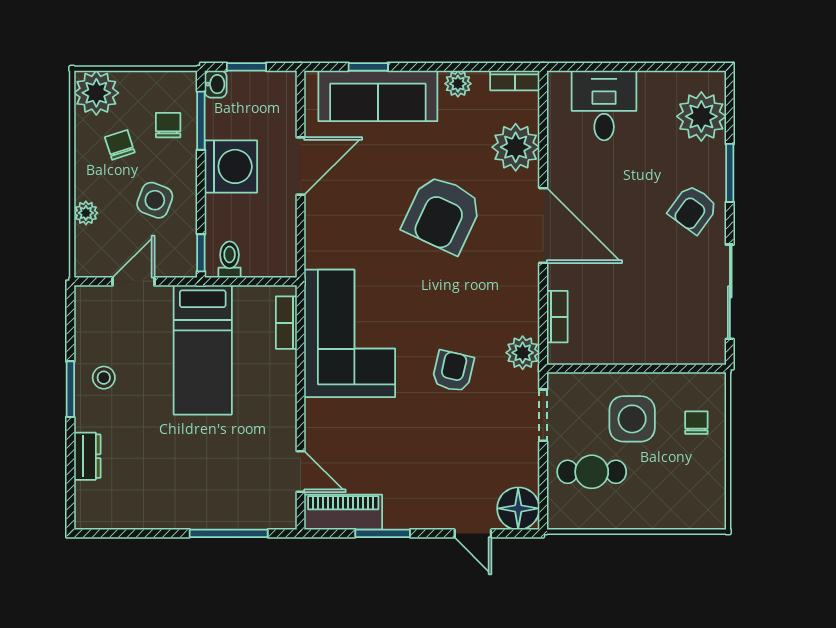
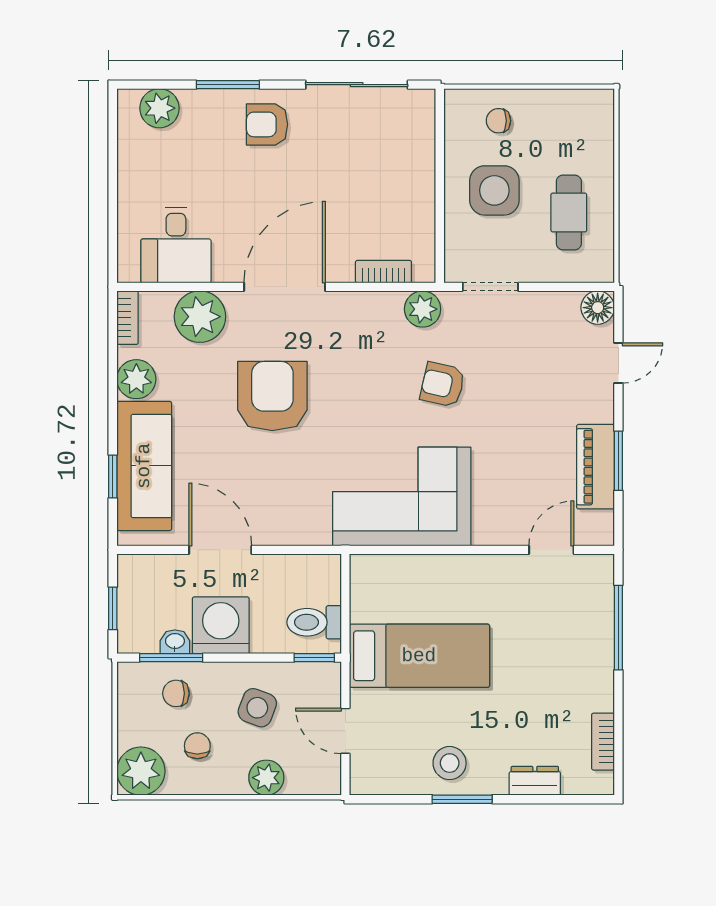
washbasin: (216, 84) -> (175, 642), moved
plant: (458, 84) -> (136, 379), width x1.38, depth x1.38
desk: (604, 105) -> (176, 245), moved, turned -90
plant: (701, 116) -> (159, 108), width x0.73, depth x0.73
chair: (120, 145) -> (197, 746), turned 108
armchair: (693, 209) -> (267, 124), turned 144
plant: (86, 213) -> (266, 778), width x1.38, depth x1.38
armchair: (442, 214) -> (272, 396), turned -115
toilet: (230, 260) -> (314, 622), width x1.37, depth x1.39
bookcase: (286, 323) -> (603, 742), moved, turned 90
stool: (104, 378) -> (450, 763), width x1.37, depth x1.37
cafe table: (592, 472) -> (569, 212), moved
floor lamp: (518, 508) -> (598, 308), width x0.73, depth x0.73
piano: (343, 512) -> (595, 467), moved

